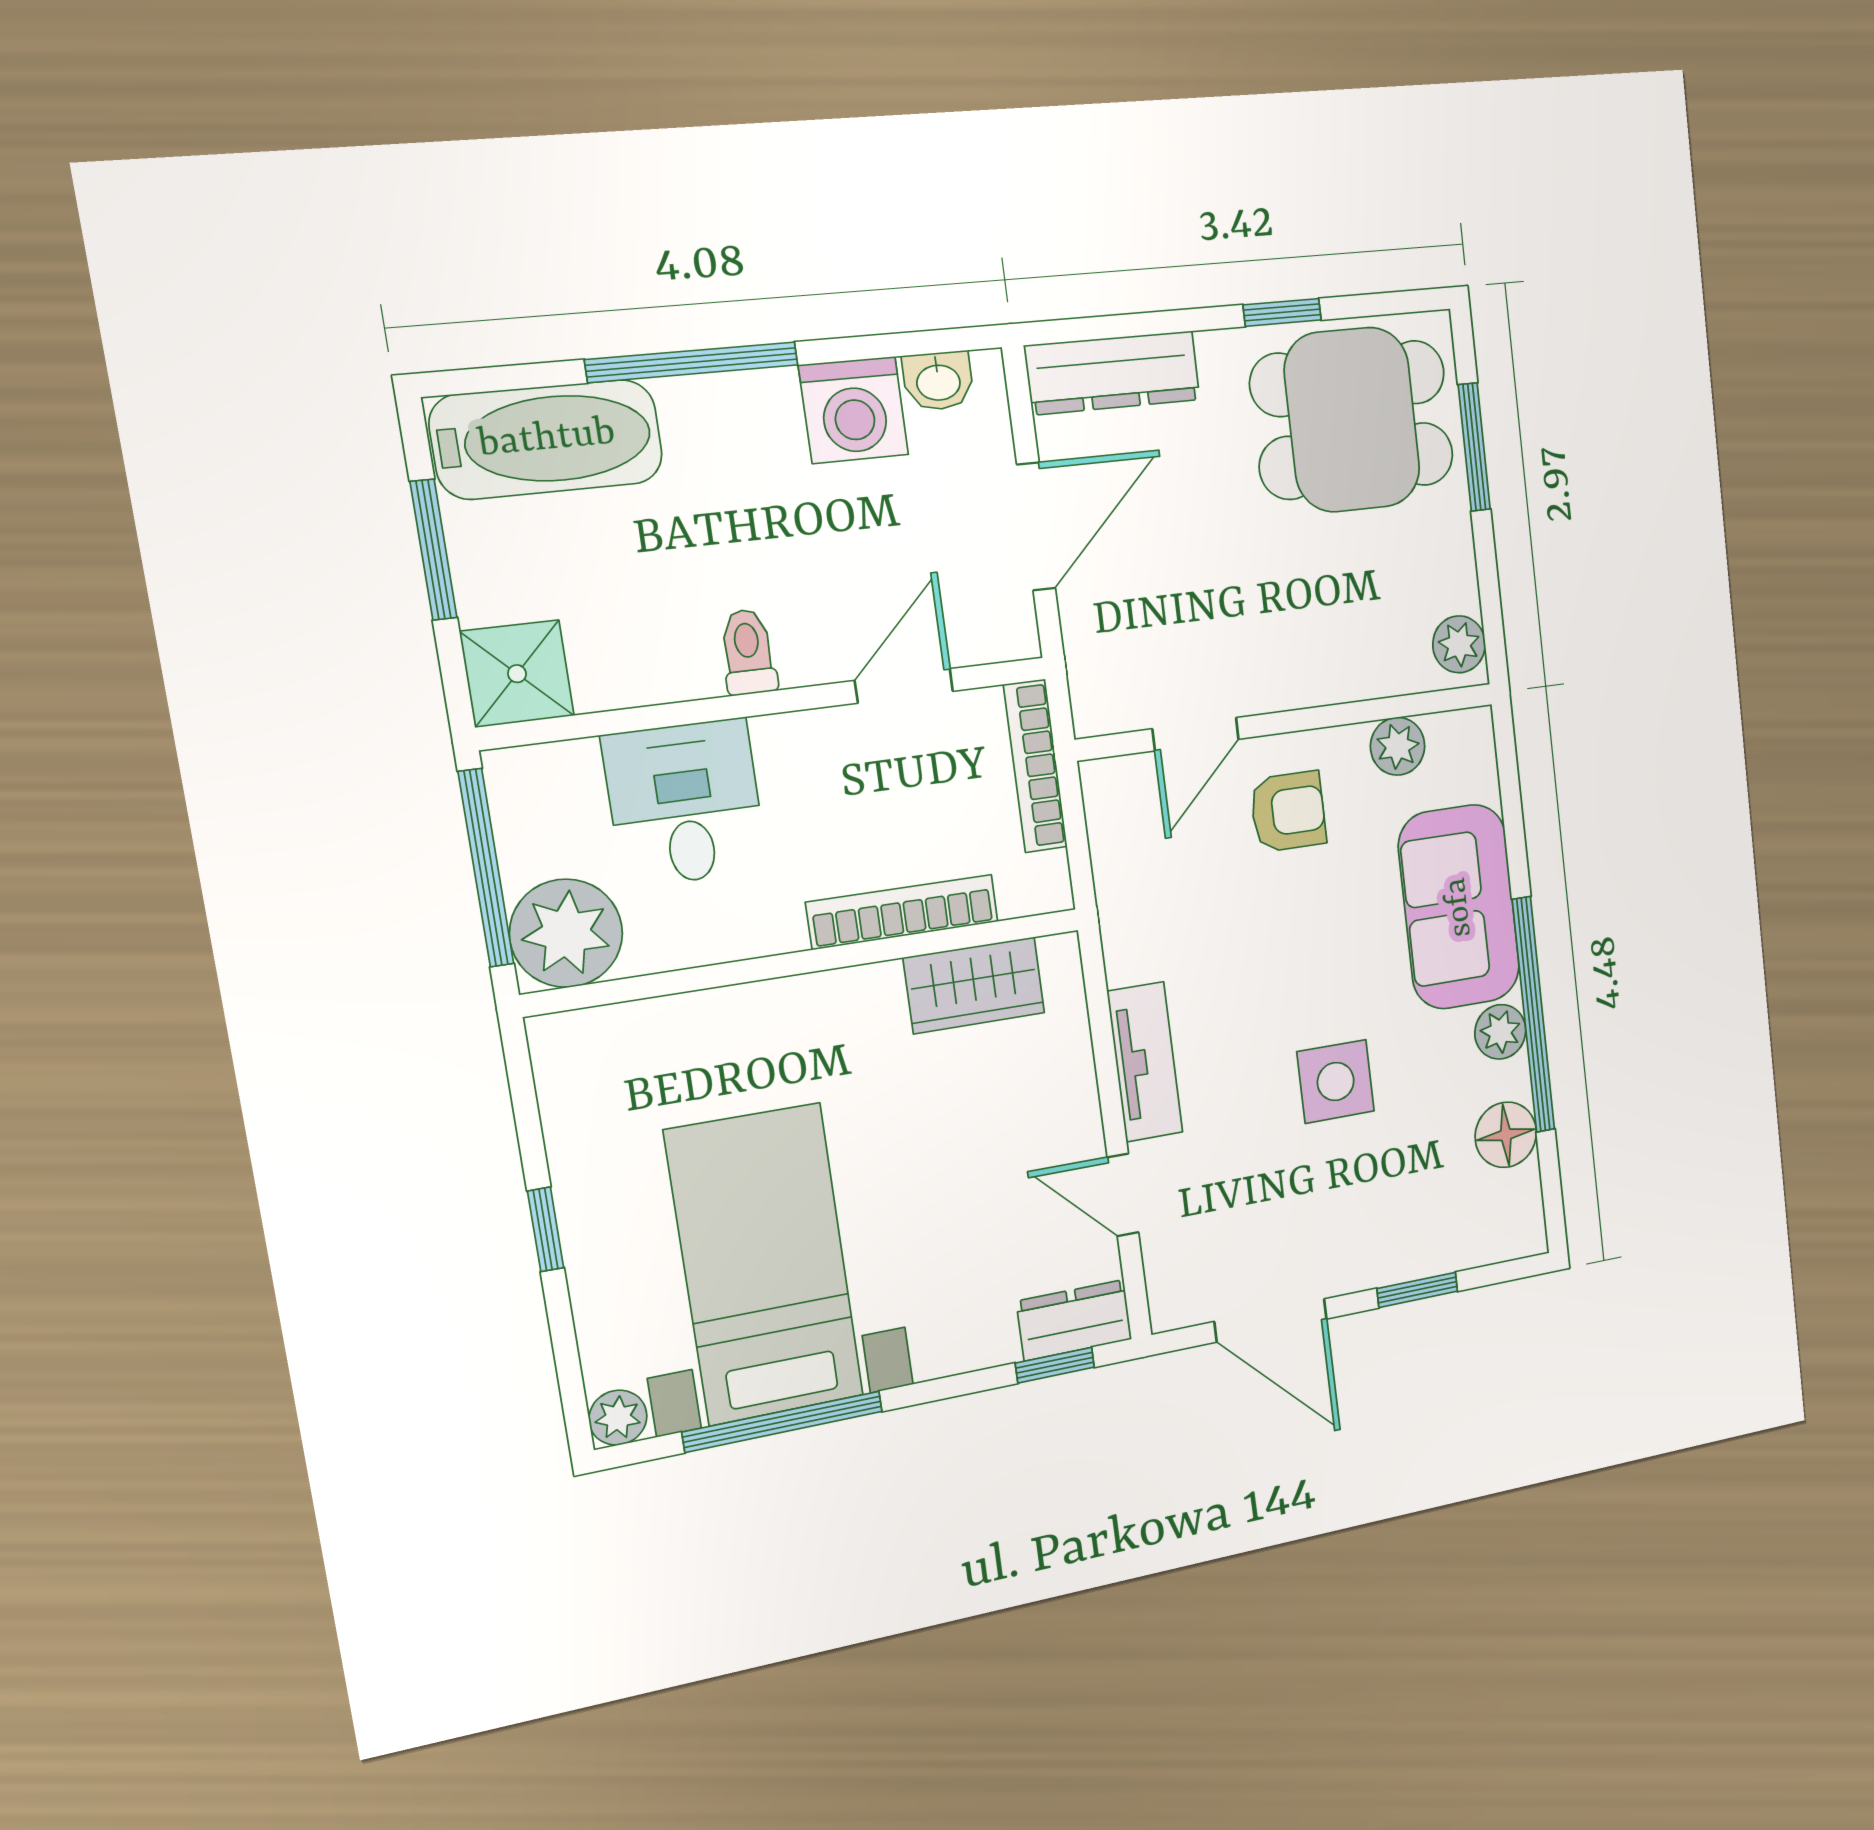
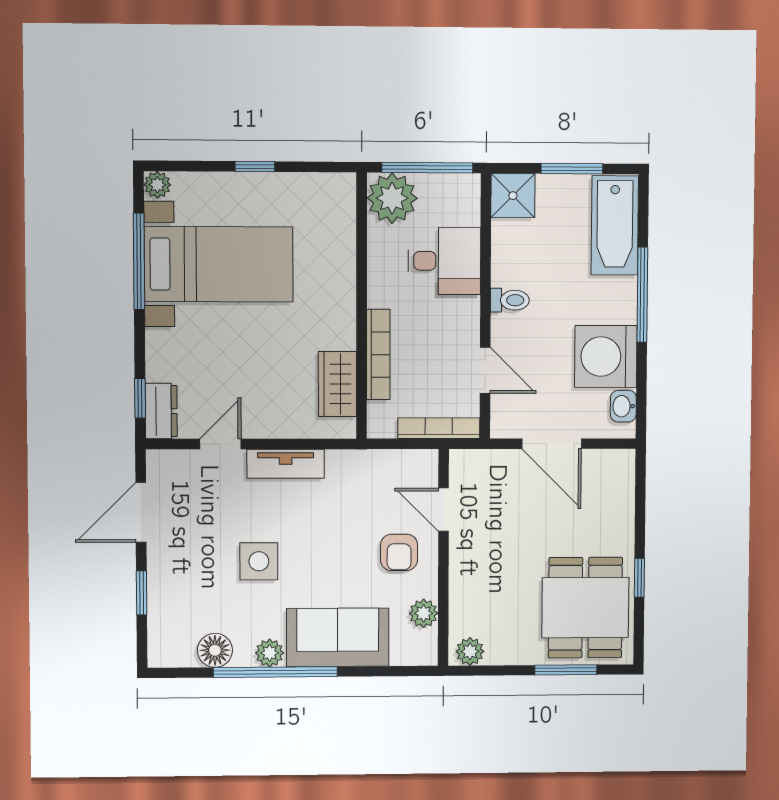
dresser: (1113, 373) -> (619, 490), removed
washing machine: (854, 410) -> (606, 356), width x1.37, depth x1.37

